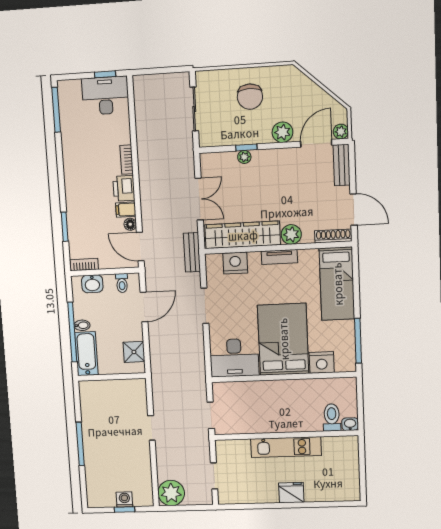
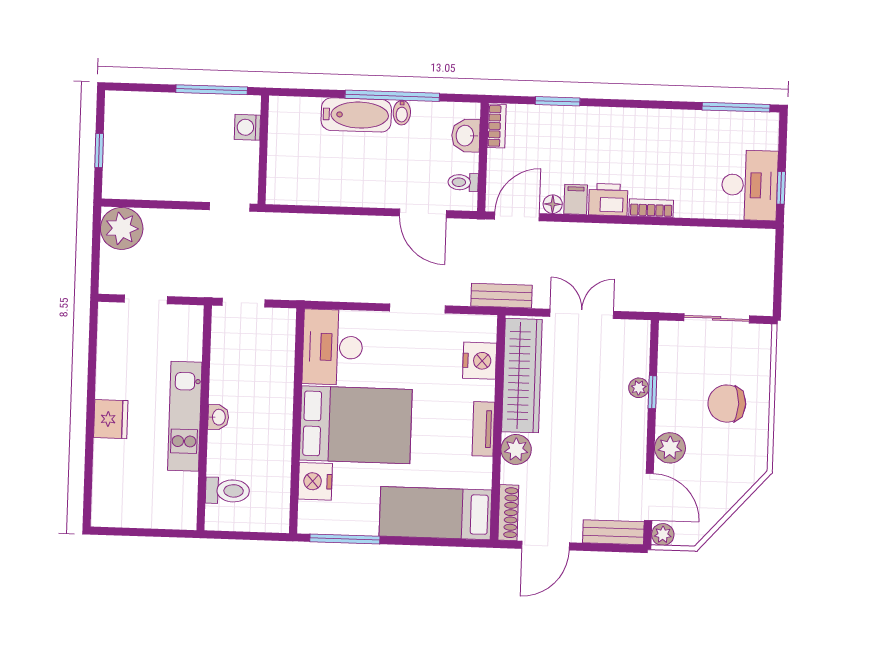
double door: (199, 199) -> (582, 314), swing flipped
shower: (134, 352) -> (353, 191), removed
wall: (112, 377) -> (263, 150), moved
washbasin: (350, 424) -> (218, 417), moved
washing machine: (124, 499) -> (247, 127), moved, turned 180

